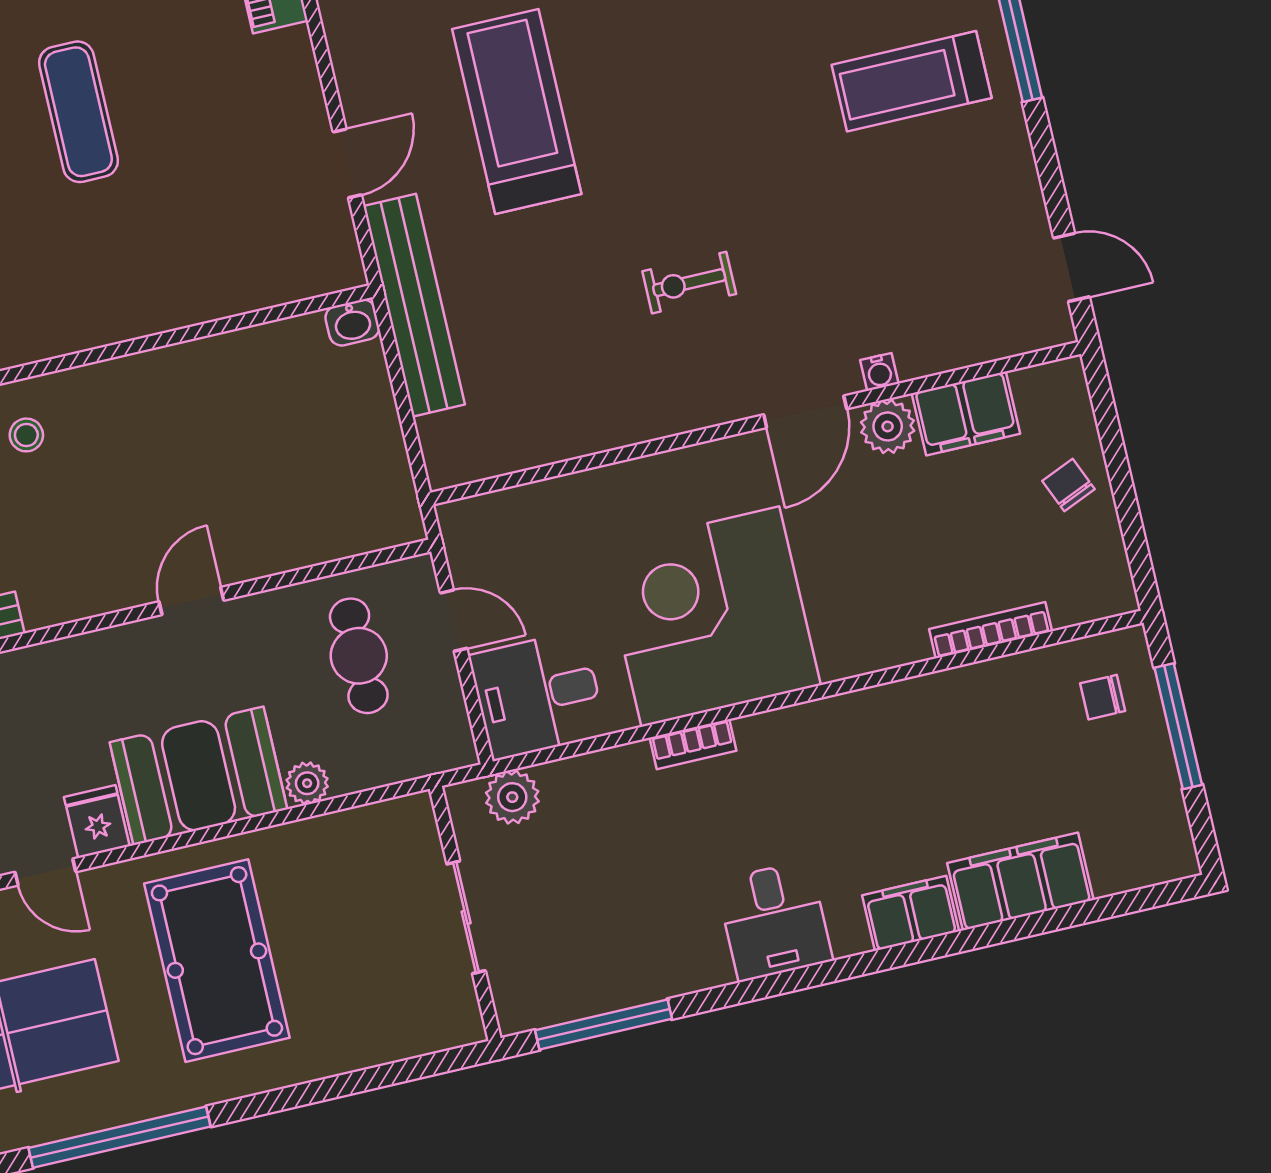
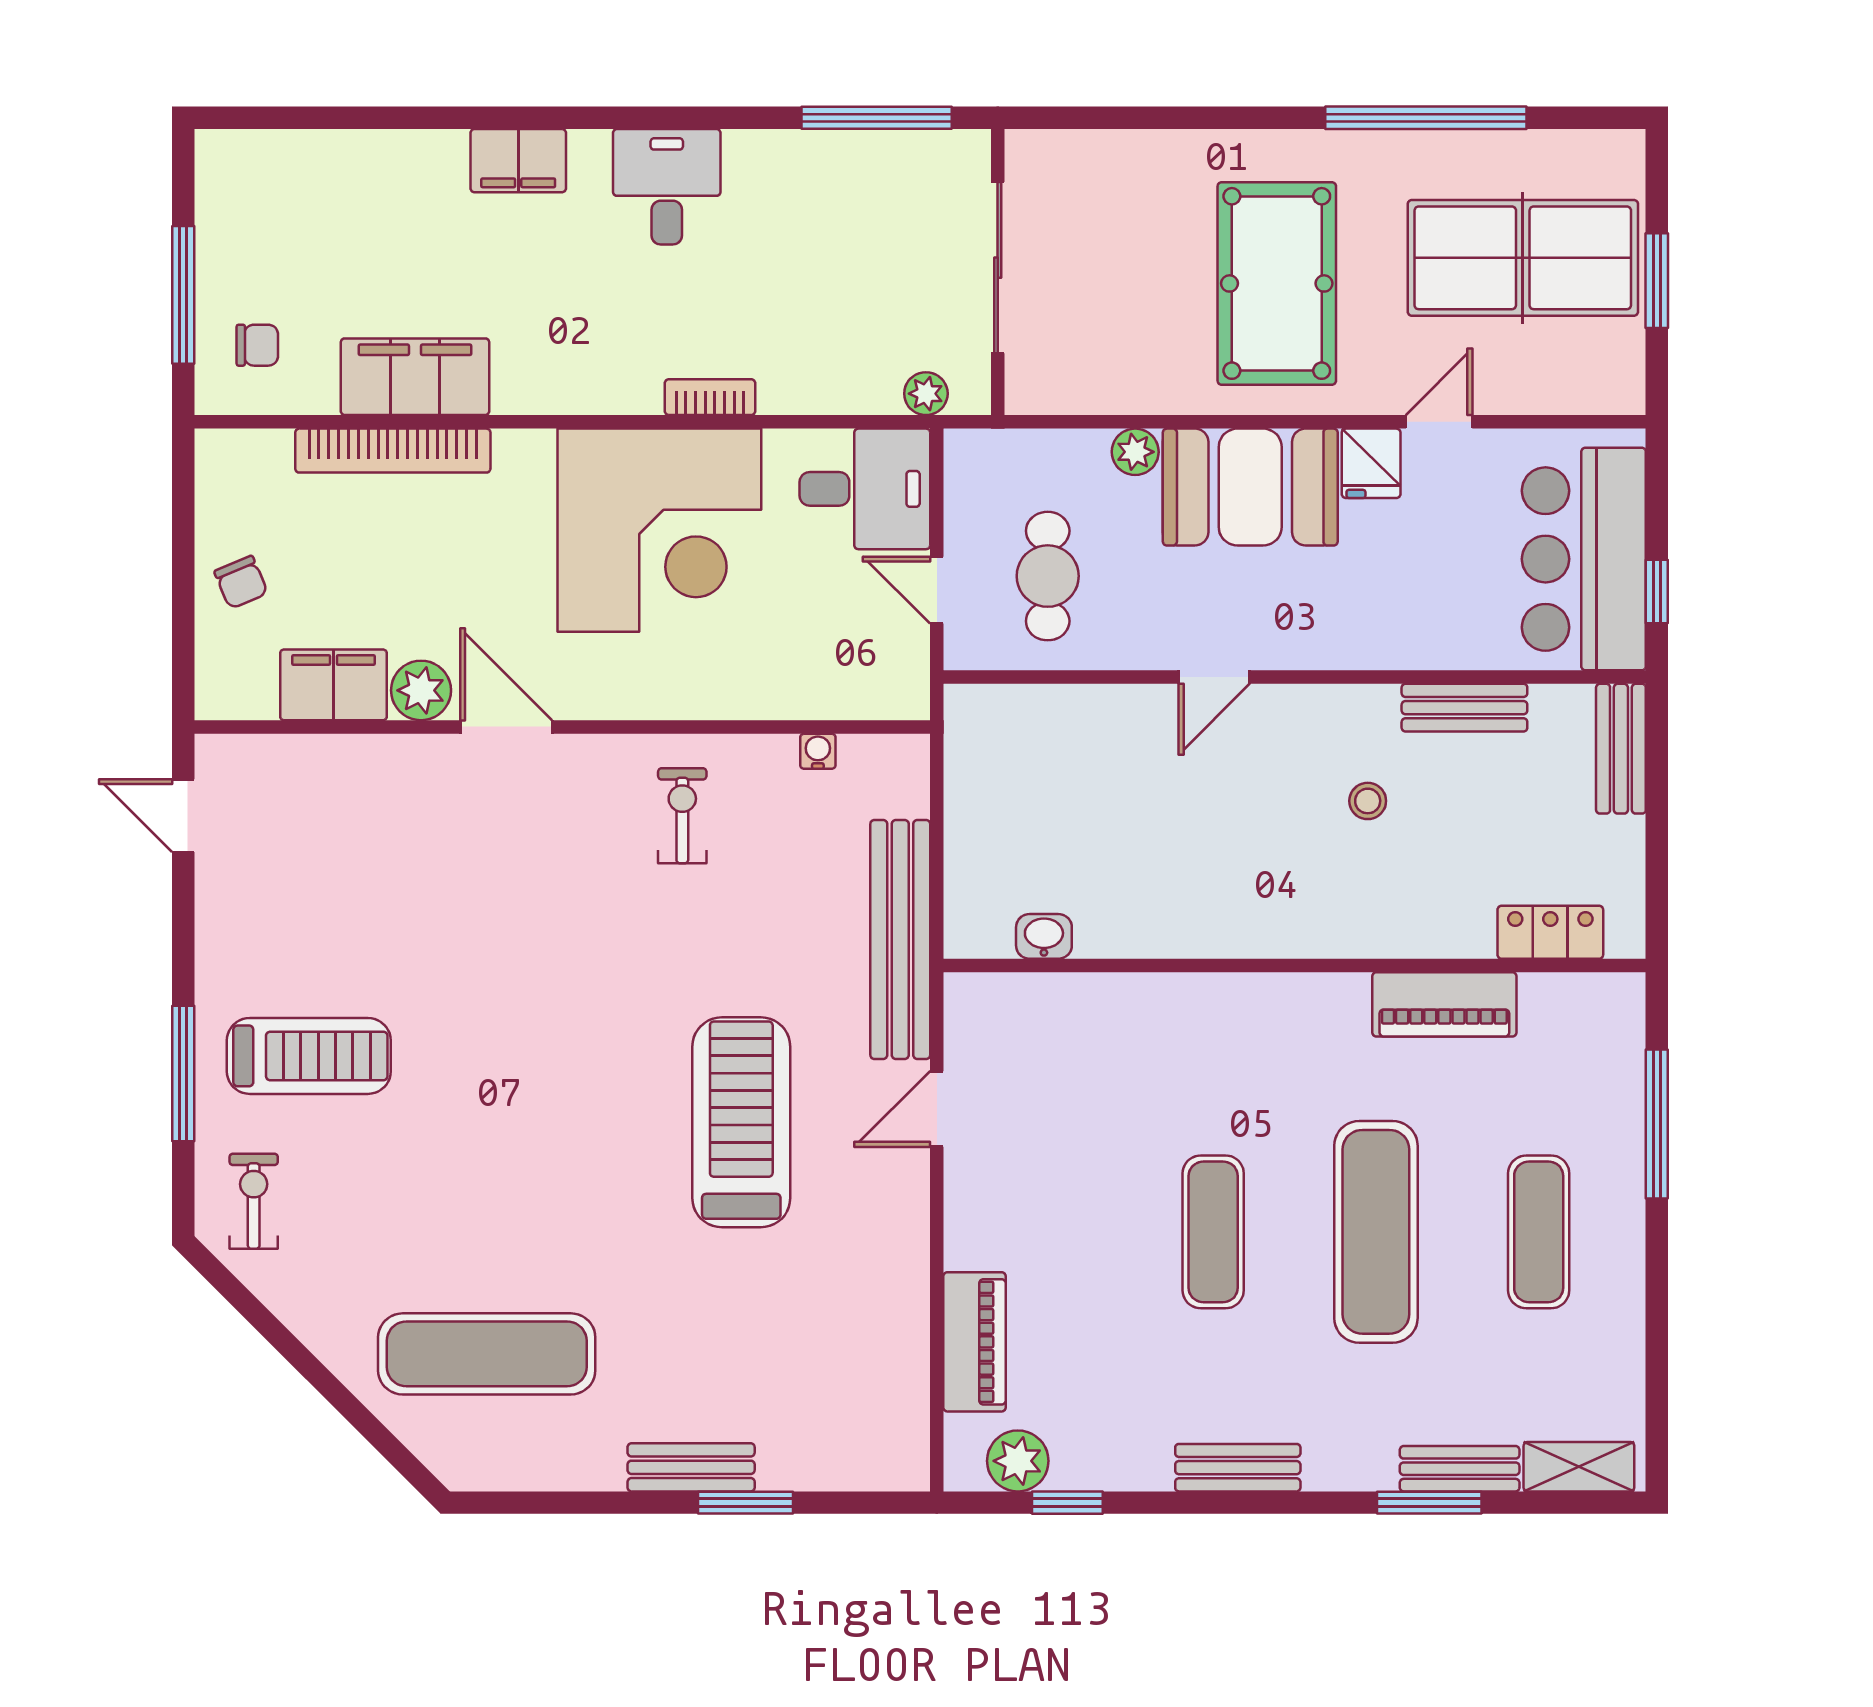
treadmill: (517, 112) -> (741, 1122), turned 180
exercise bike: (689, 283) -> (682, 816), moved, turned -90
washbasin: (352, 323) -> (1044, 936), moved
water cooler: (879, 372) -> (818, 751), moved
door: (805, 412) -> (506, 727), hinge flipped
stool: (26, 435) -> (1368, 801), moved
bookcase: (991, 630) -> (393, 451), width x1.48, depth x1.31
plant: (512, 797) -> (926, 394), width x0.73, depth x0.73
door: (45, 872) -> (1439, 422), hinge flipped
filing cabinet: (1020, 882) -> (415, 377), moved, turned 180
sliding door: (466, 917) -> (998, 268), width x1.37

